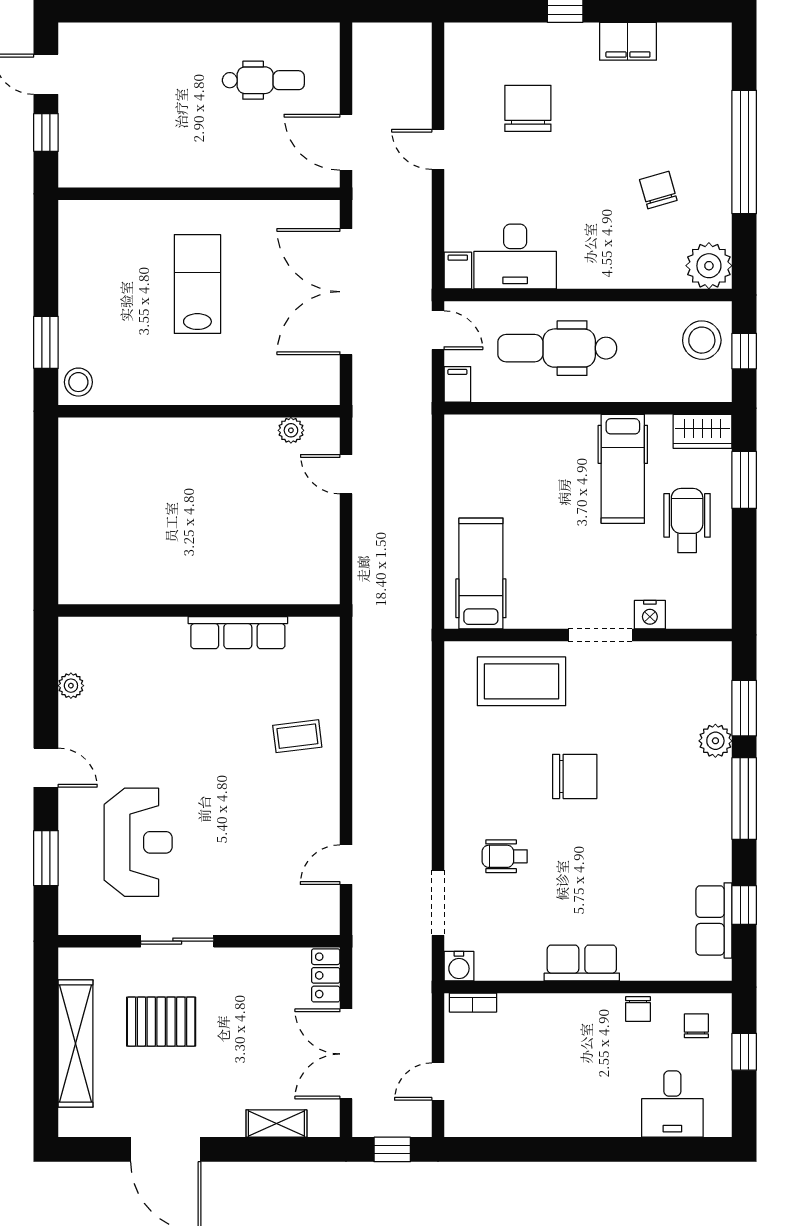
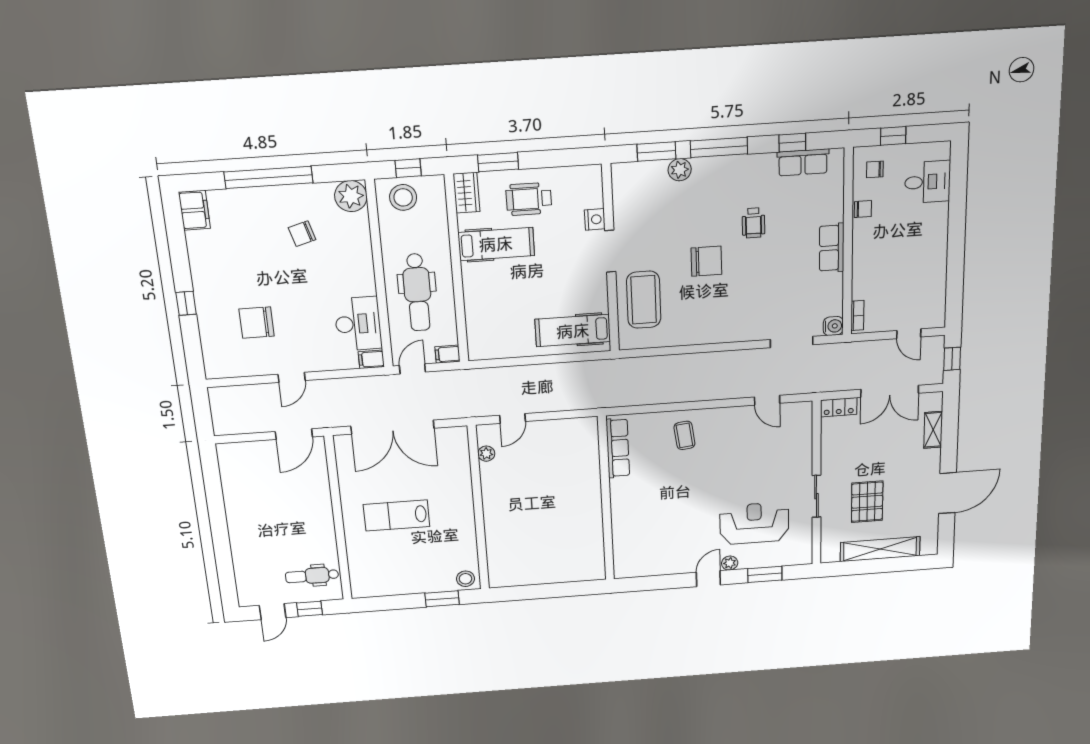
filing cabinet: (628, 41) -> (194, 210), moved
dental chair: (263, 80) -> (312, 576), moved, turned -90
row of seats: (238, 633) -> (618, 448), moved
plant: (71, 686) -> (730, 563), moved
chair: (575, 776) -> (706, 261), turned 90
wheelchair: (505, 856) -> (753, 223), moved

